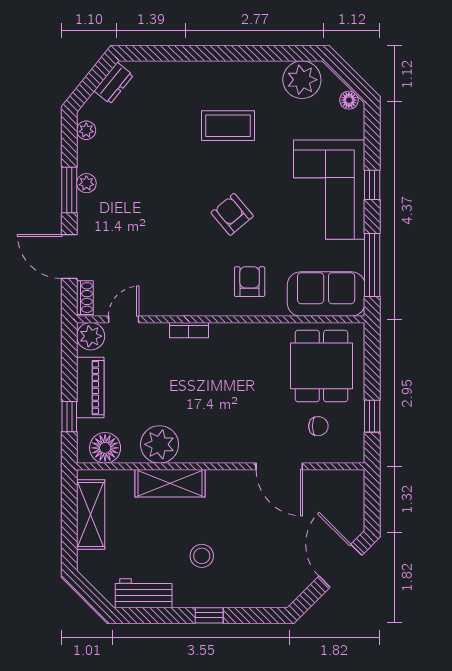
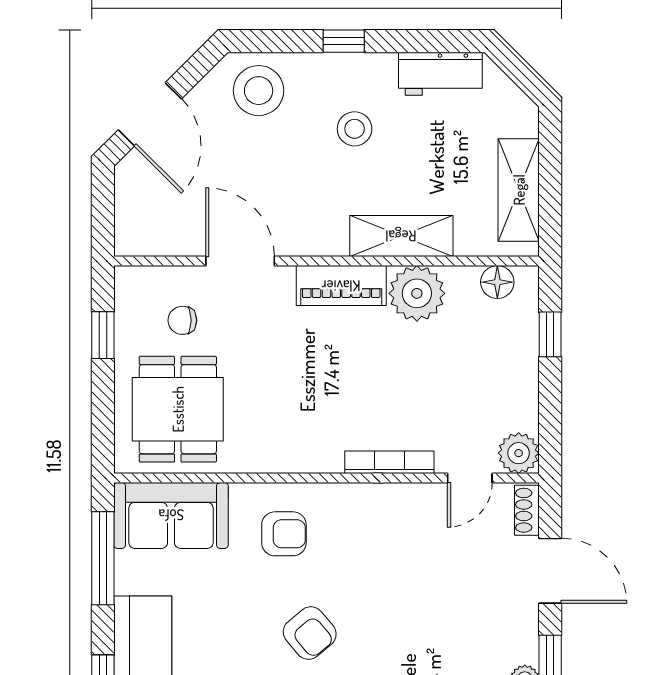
armchair: (250, 282) -> (284, 534), turned -90
bookcase: (189, 330) -> (389, 462), width x1.56
piano: (90, 388) -> (341, 286), moved, turned -90
floor lamp: (105, 448) -> (497, 282), width x0.73, depth x0.73
stool: (267, 582) -> (259, 91), added

